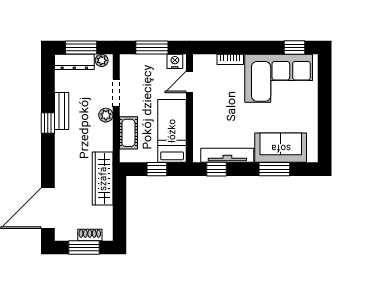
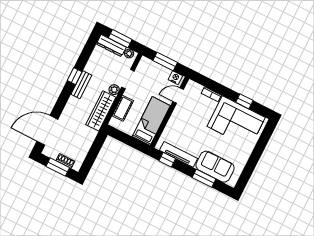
window: (294, 47) -> (244, 101), moved
bench: (62, 111) -> (81, 85), moved
window: (157, 169) -> (129, 141), removed
wardrobe: (103, 179) -> (101, 111), moved

